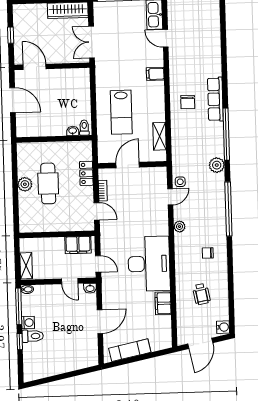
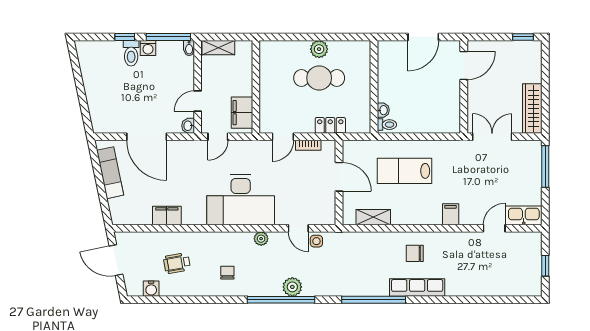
window: (11, 35) -> (523, 37), moved
plant: (217, 165) -> (292, 287), moved
desk: (149, 264) -> (241, 200), moved
door: (100, 322) -> (147, 137), width x1.36
water cooler: (223, 327) -> (151, 289), moved

